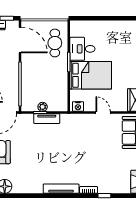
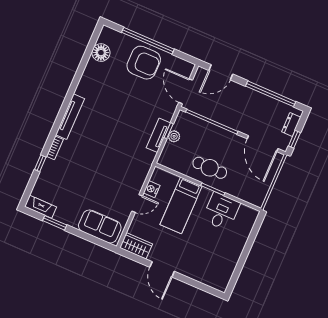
door: (20, 40) -> (263, 144), hinge flipped
cafe table: (55, 43) -> (210, 168), moved
bed: (91, 75) -> (181, 205), width x0.67
nightstand: (78, 106) -> (152, 189), moved

